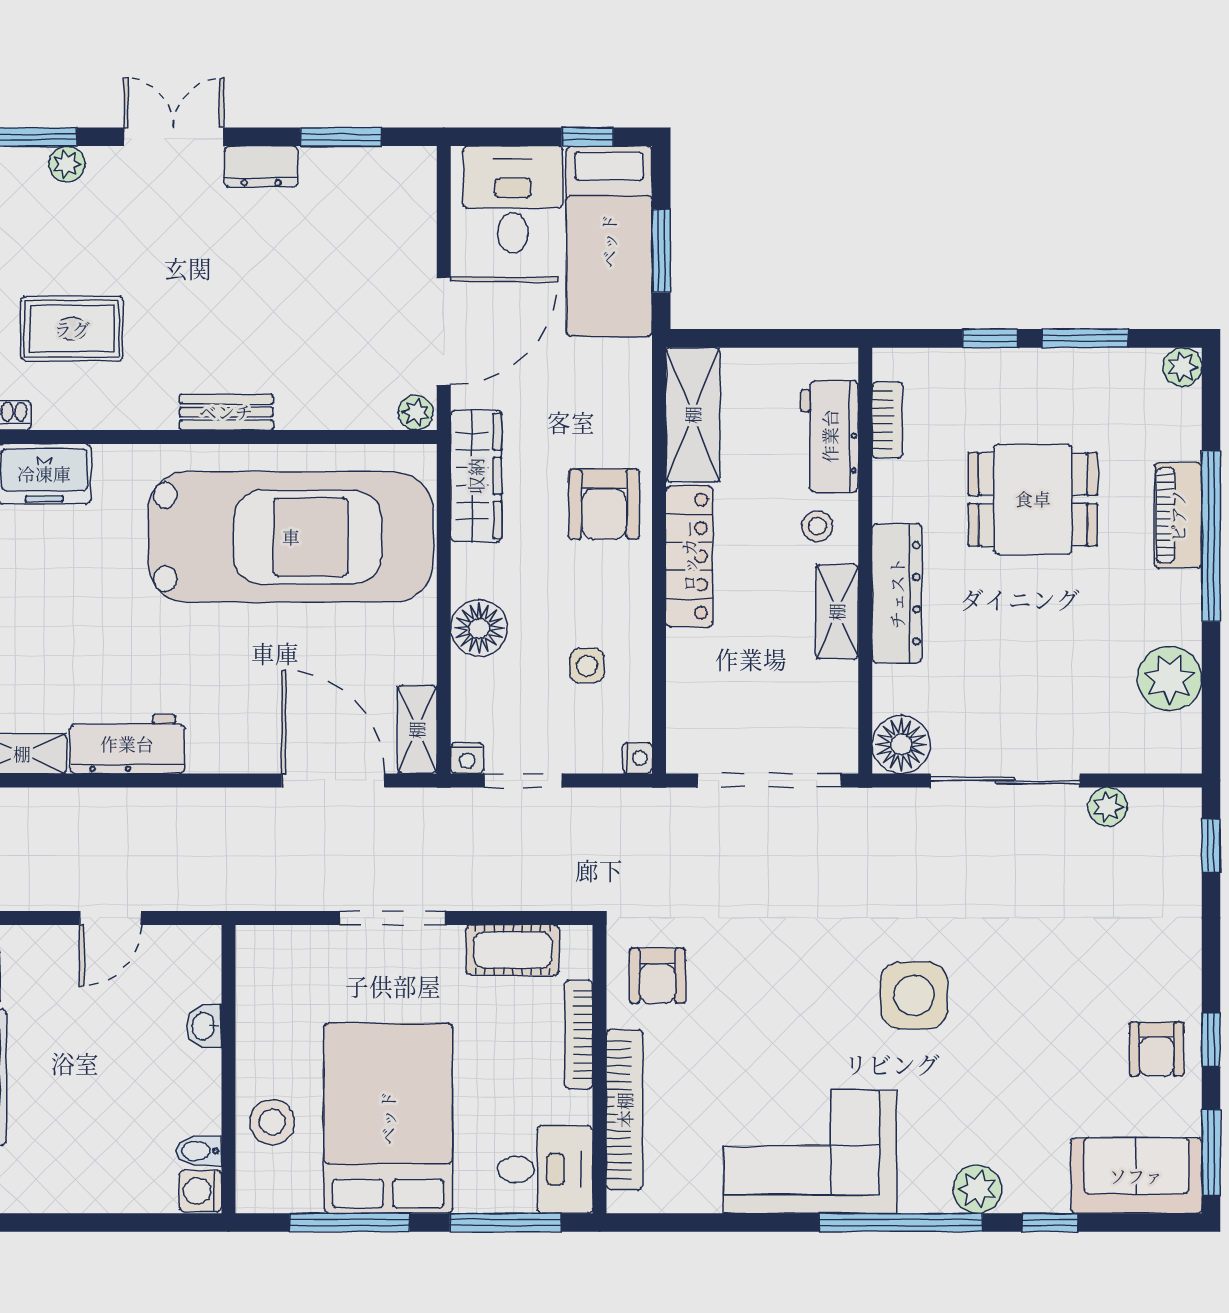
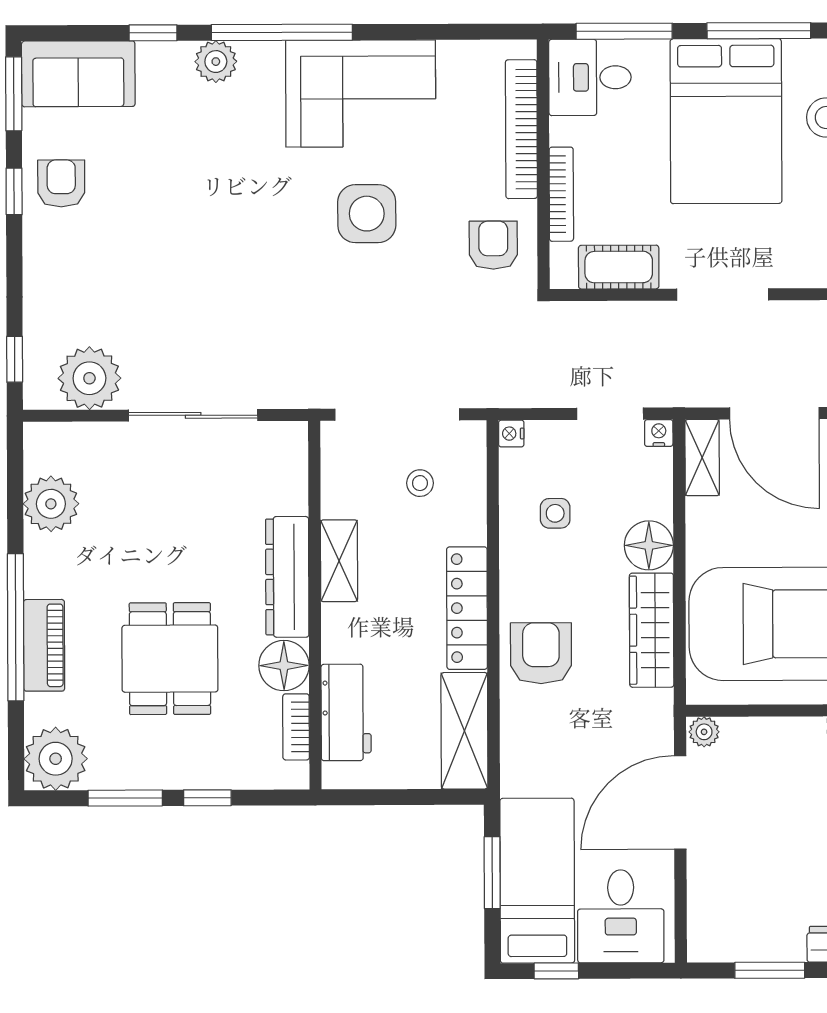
plant: (1182, 367) -> (56, 759), width x1.88, depth x1.88
wardrobe: (476, 476) -> (652, 630), moved
dining table: (1033, 499) -> (170, 659), turned 90
stool: (817, 526) -> (420, 483), moved
floor lamp: (901, 745) -> (284, 666), moved
plant: (1108, 807) -> (89, 378), width x1.88, depth x1.88
side table: (914, 995) -> (367, 214), moved

